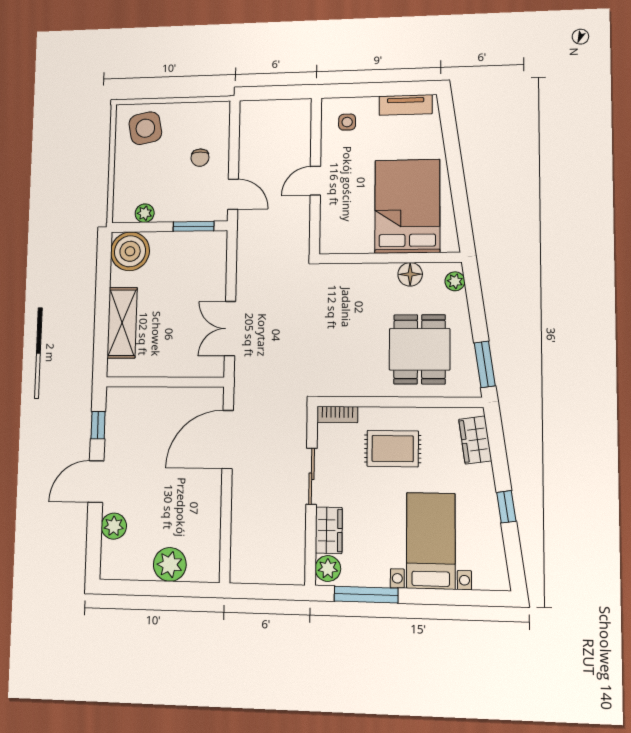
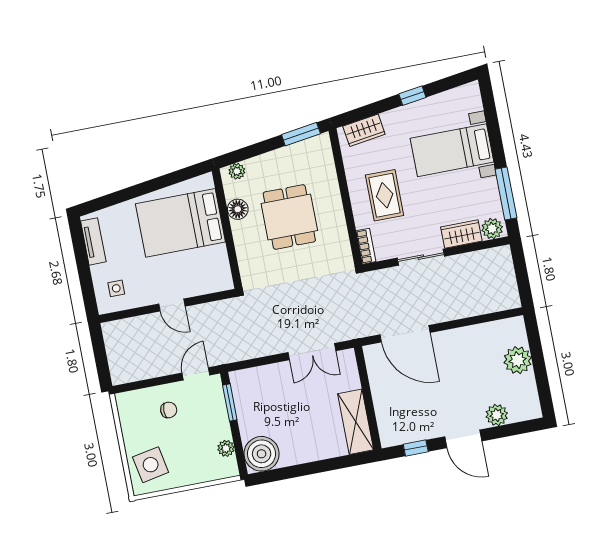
shelving: (122, 323) -> (356, 422), moved, turned 90
dining table: (420, 349) -> (289, 217), moved, turned 90

